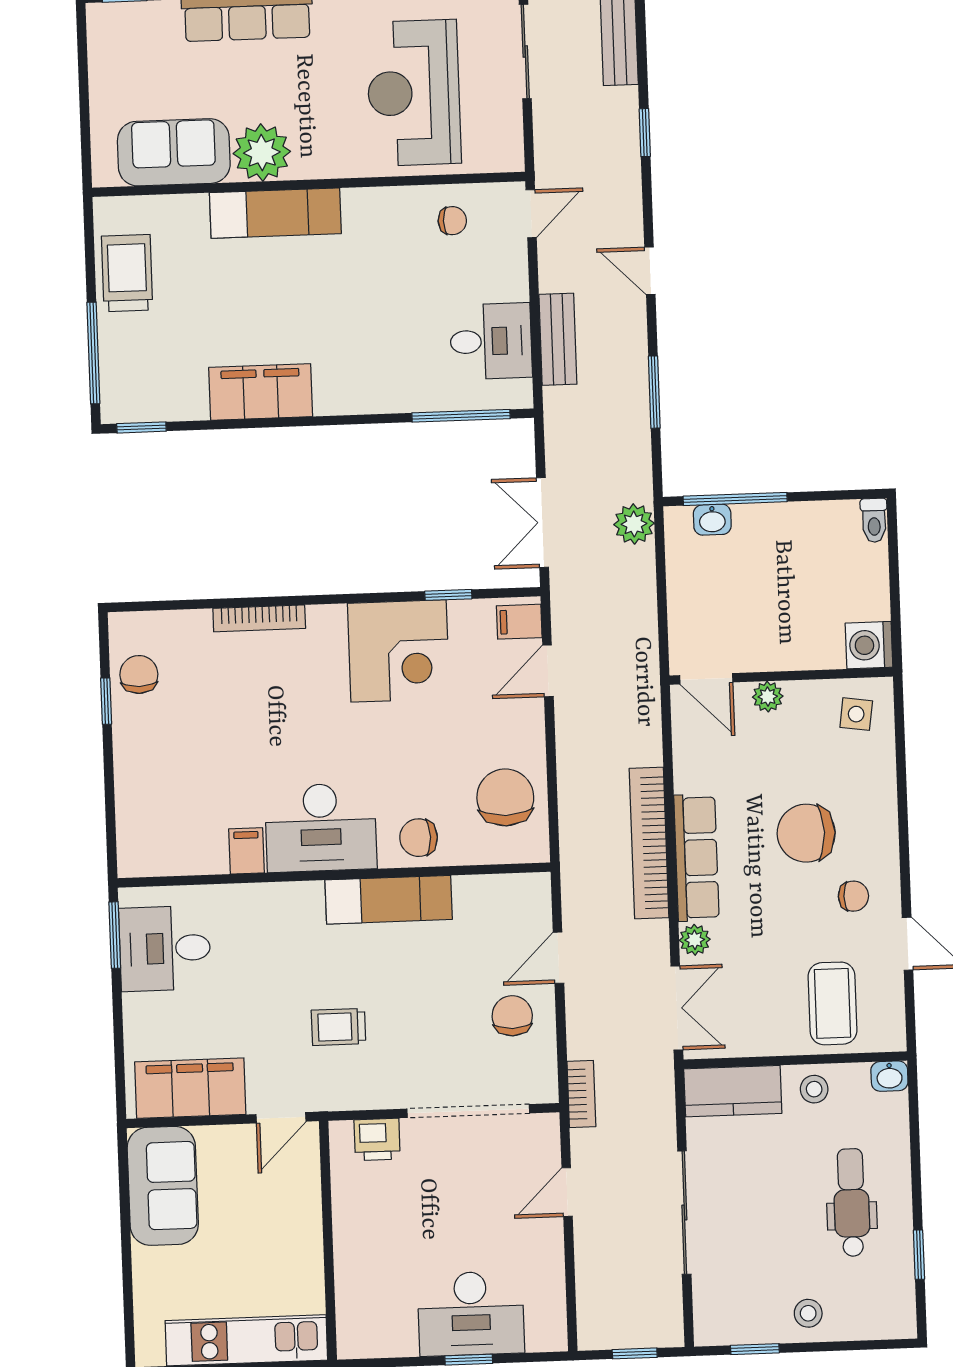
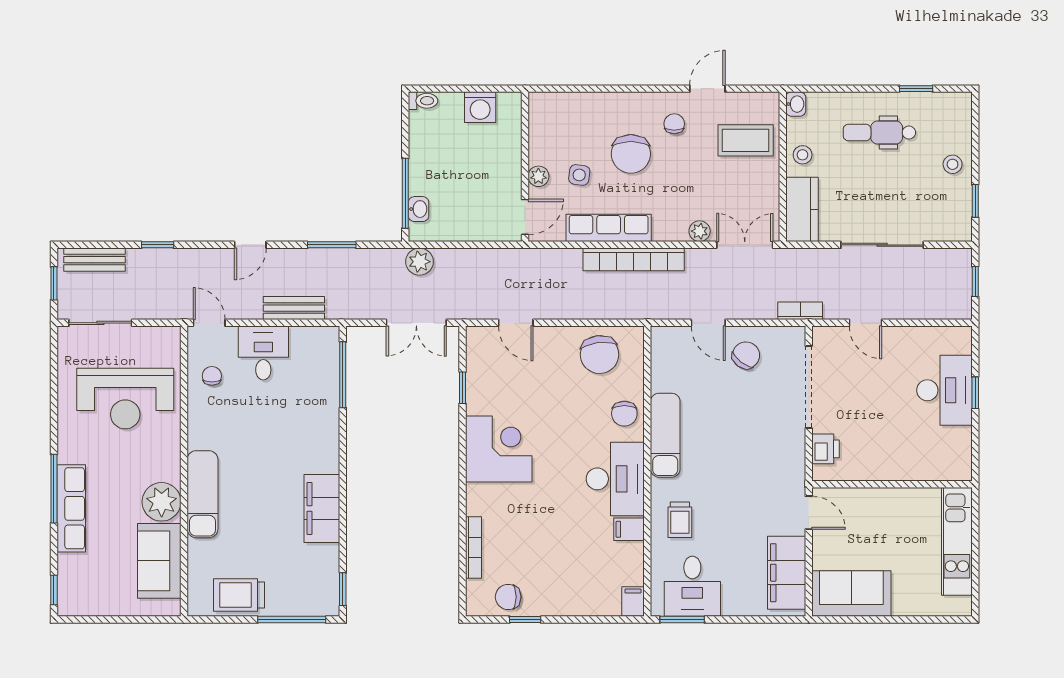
desk: (491, 341) -> (263, 353), moved
bookcase: (259, 618) -> (474, 547), moved
filing cabinet: (519, 622) -> (633, 602), moved, turned 180
washing machine: (869, 645) -> (480, 107), moved
corner desk: (399, 651) -> (499, 449), moved
side table: (856, 714) -> (579, 175), moved
chair: (505, 797) -> (600, 355), turned -97
row of seats: (696, 858) -> (609, 228), moved
chair: (512, 1016) -> (746, 355), turned 127
trolley: (339, 1027) -> (680, 520), moved

